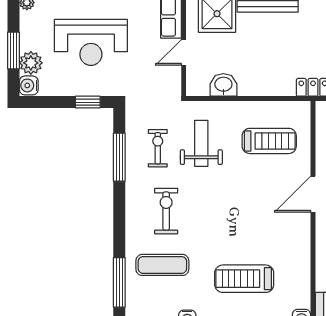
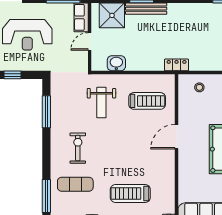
window: (88, 102) -> (13, 75), moved
weight bench: (201, 143) -> (101, 103), turned 180
exercise bike: (158, 148) -> (72, 106), removed

